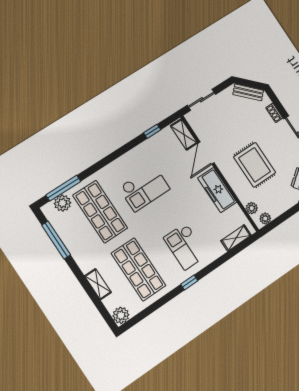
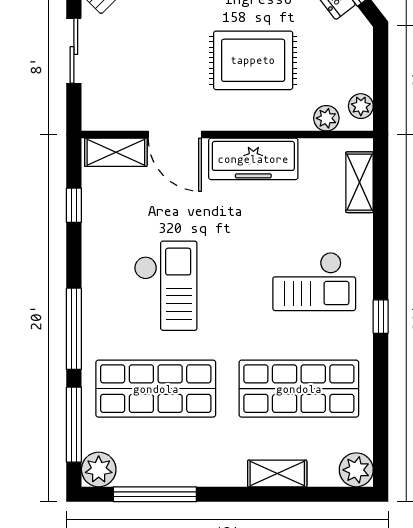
sliding door: (201, 100) -> (74, 51), moved
window: (103, 163) -> (74, 329), added
plant: (62, 203) -> (99, 469), moved

